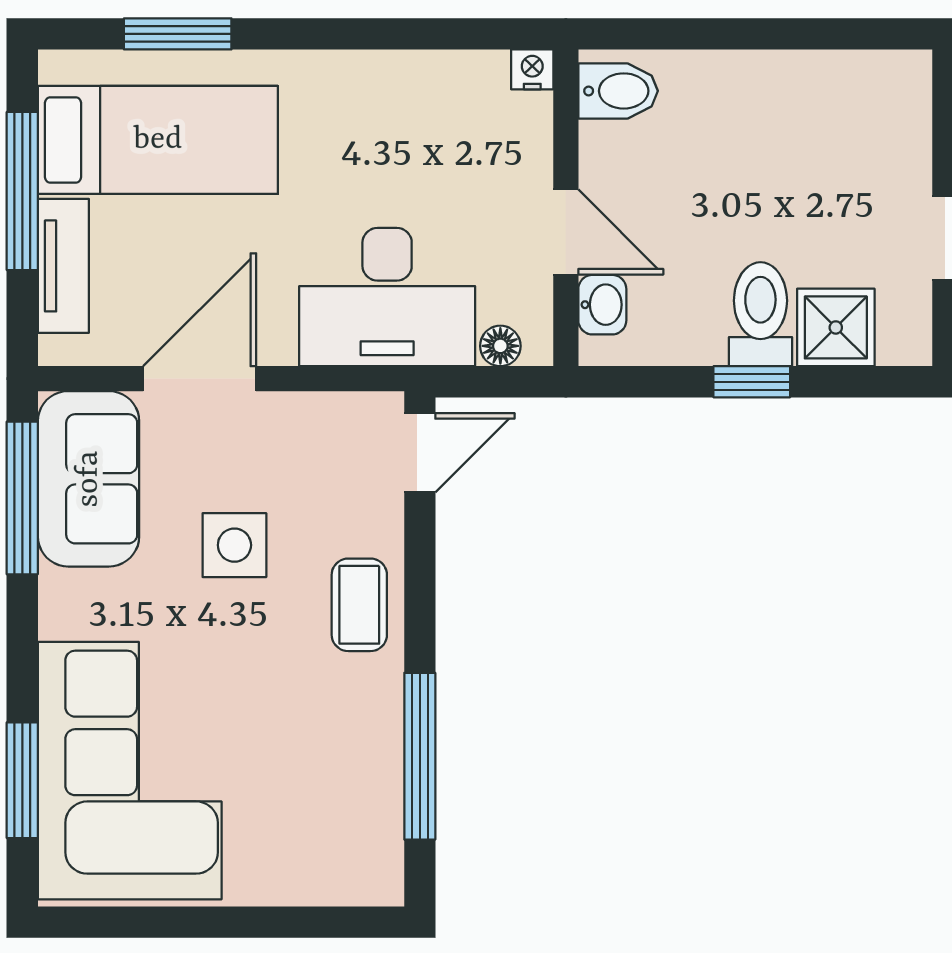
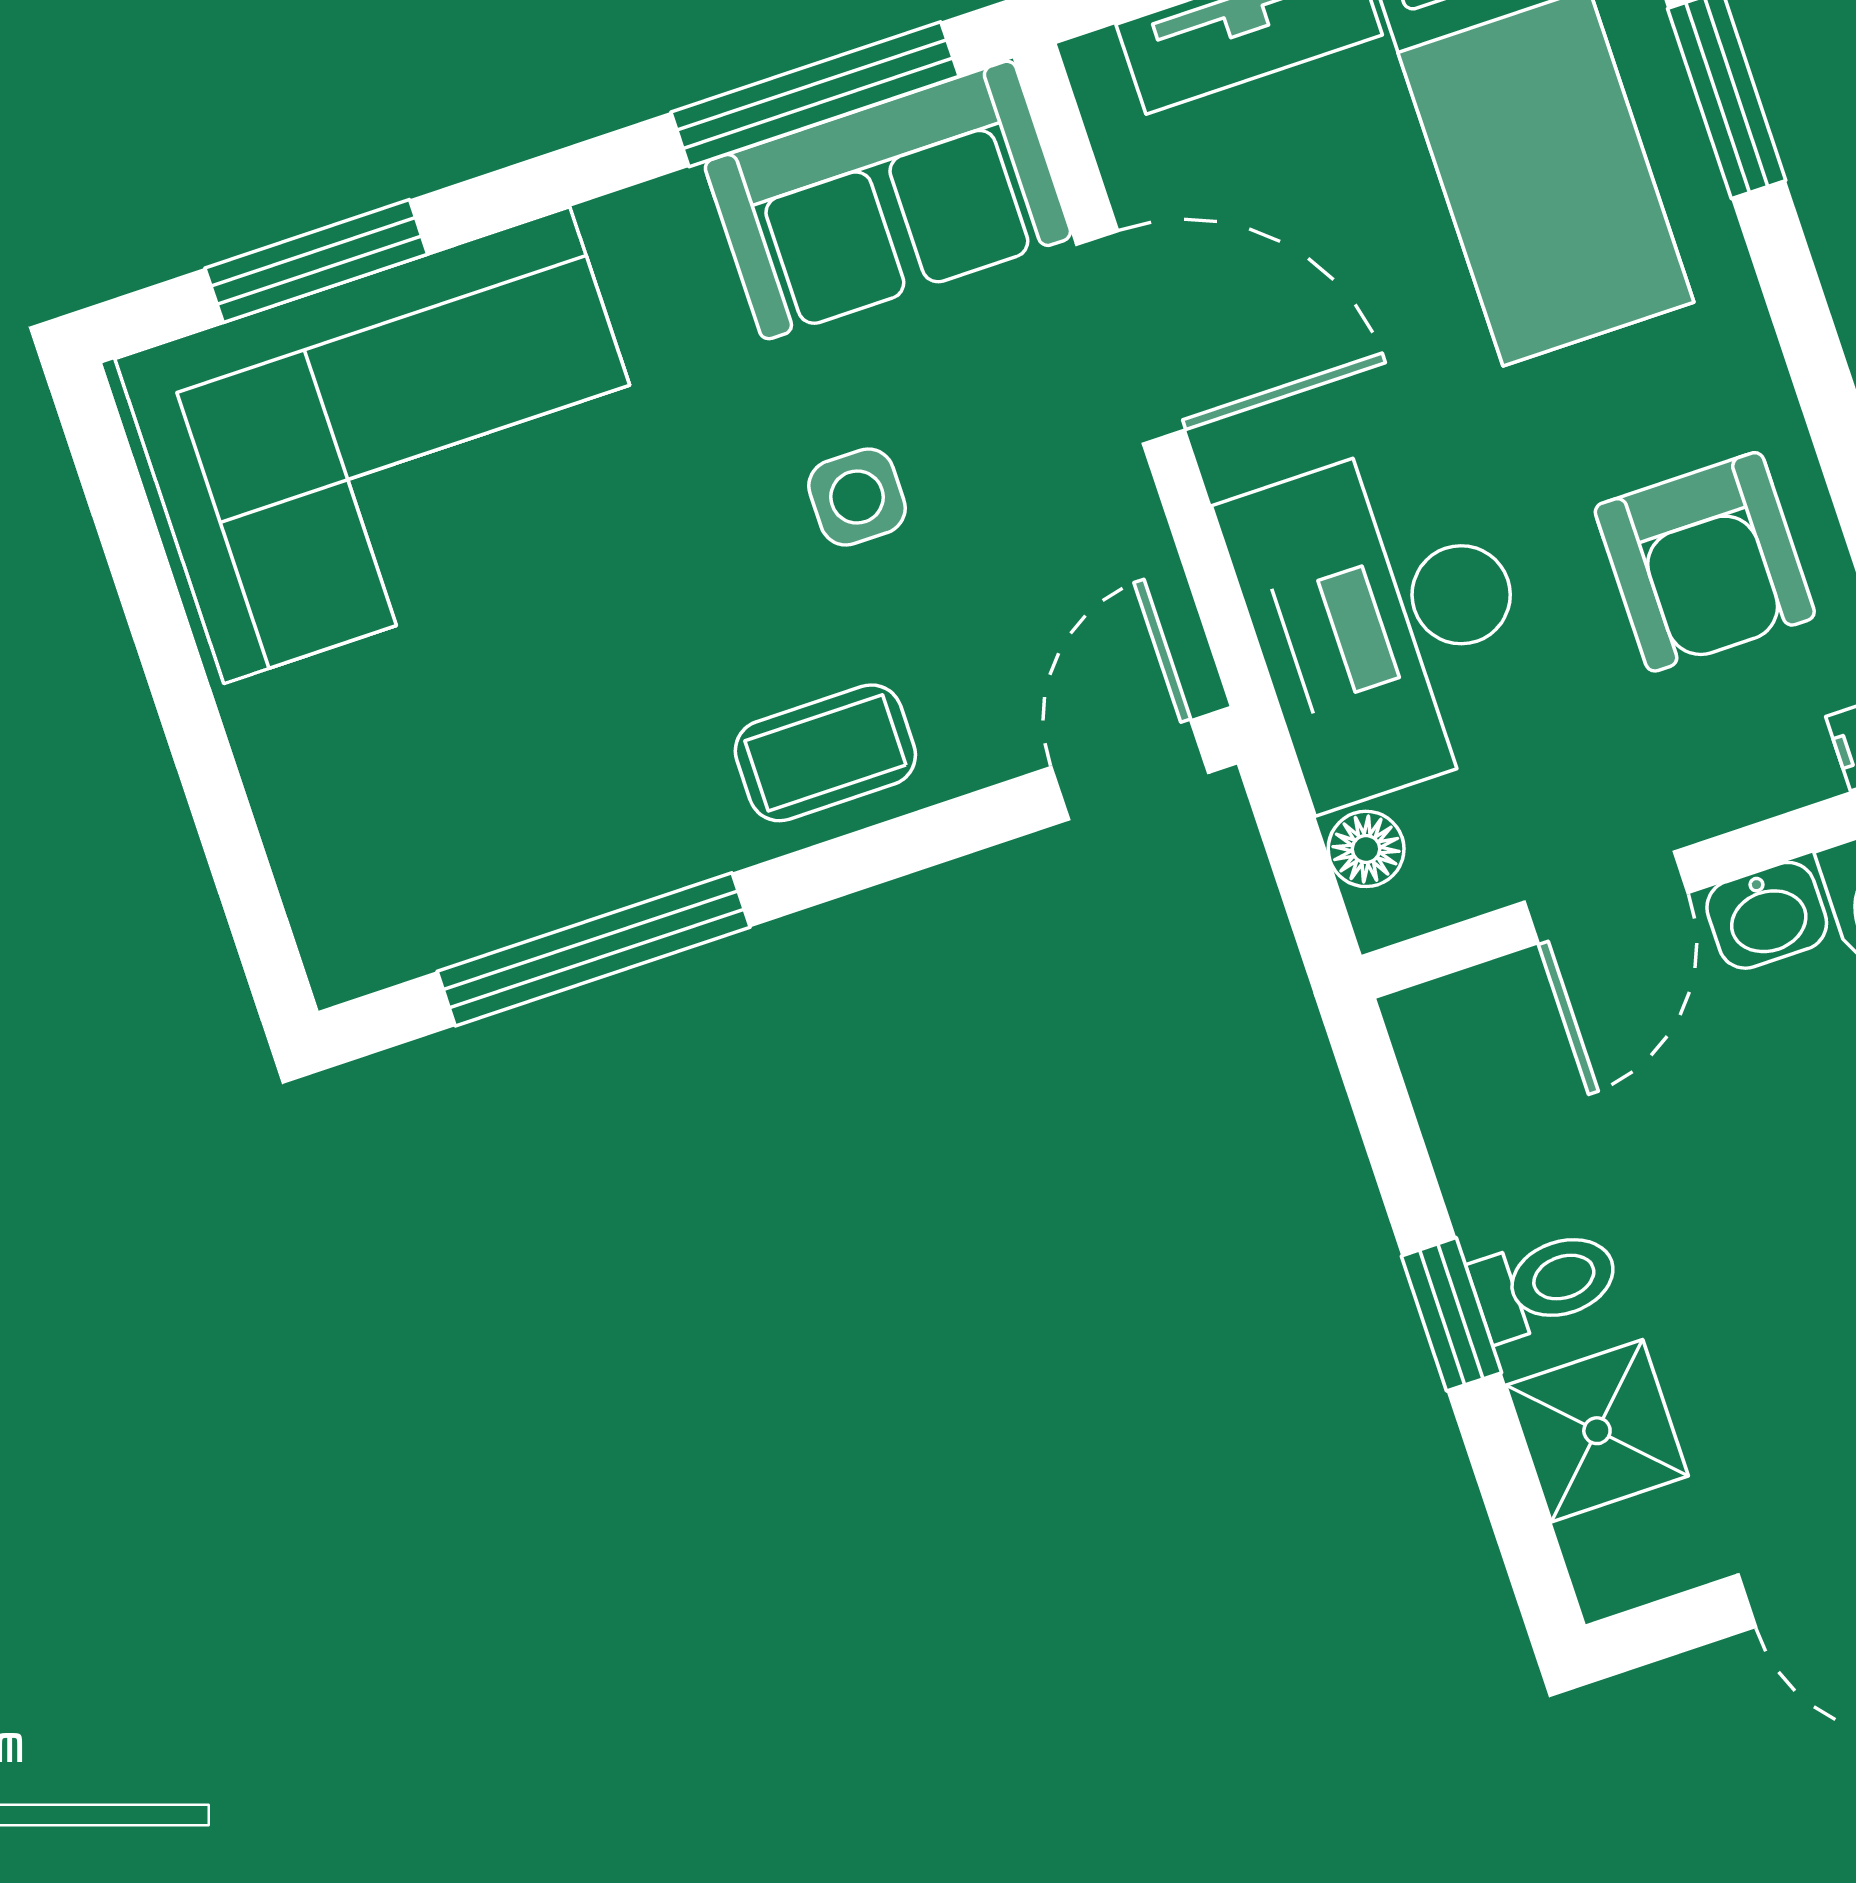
armchair: (412, 125) -> (1705, 562), added
washbasin: (602, 305) -> (1767, 915), moved
toilet: (760, 314) -> (1545, 1283), width x0.73, depth x0.72
door: (420, 453) -> (1130, 770), swing flipped
side table: (234, 545) -> (857, 497), width x0.73, depth x0.73

